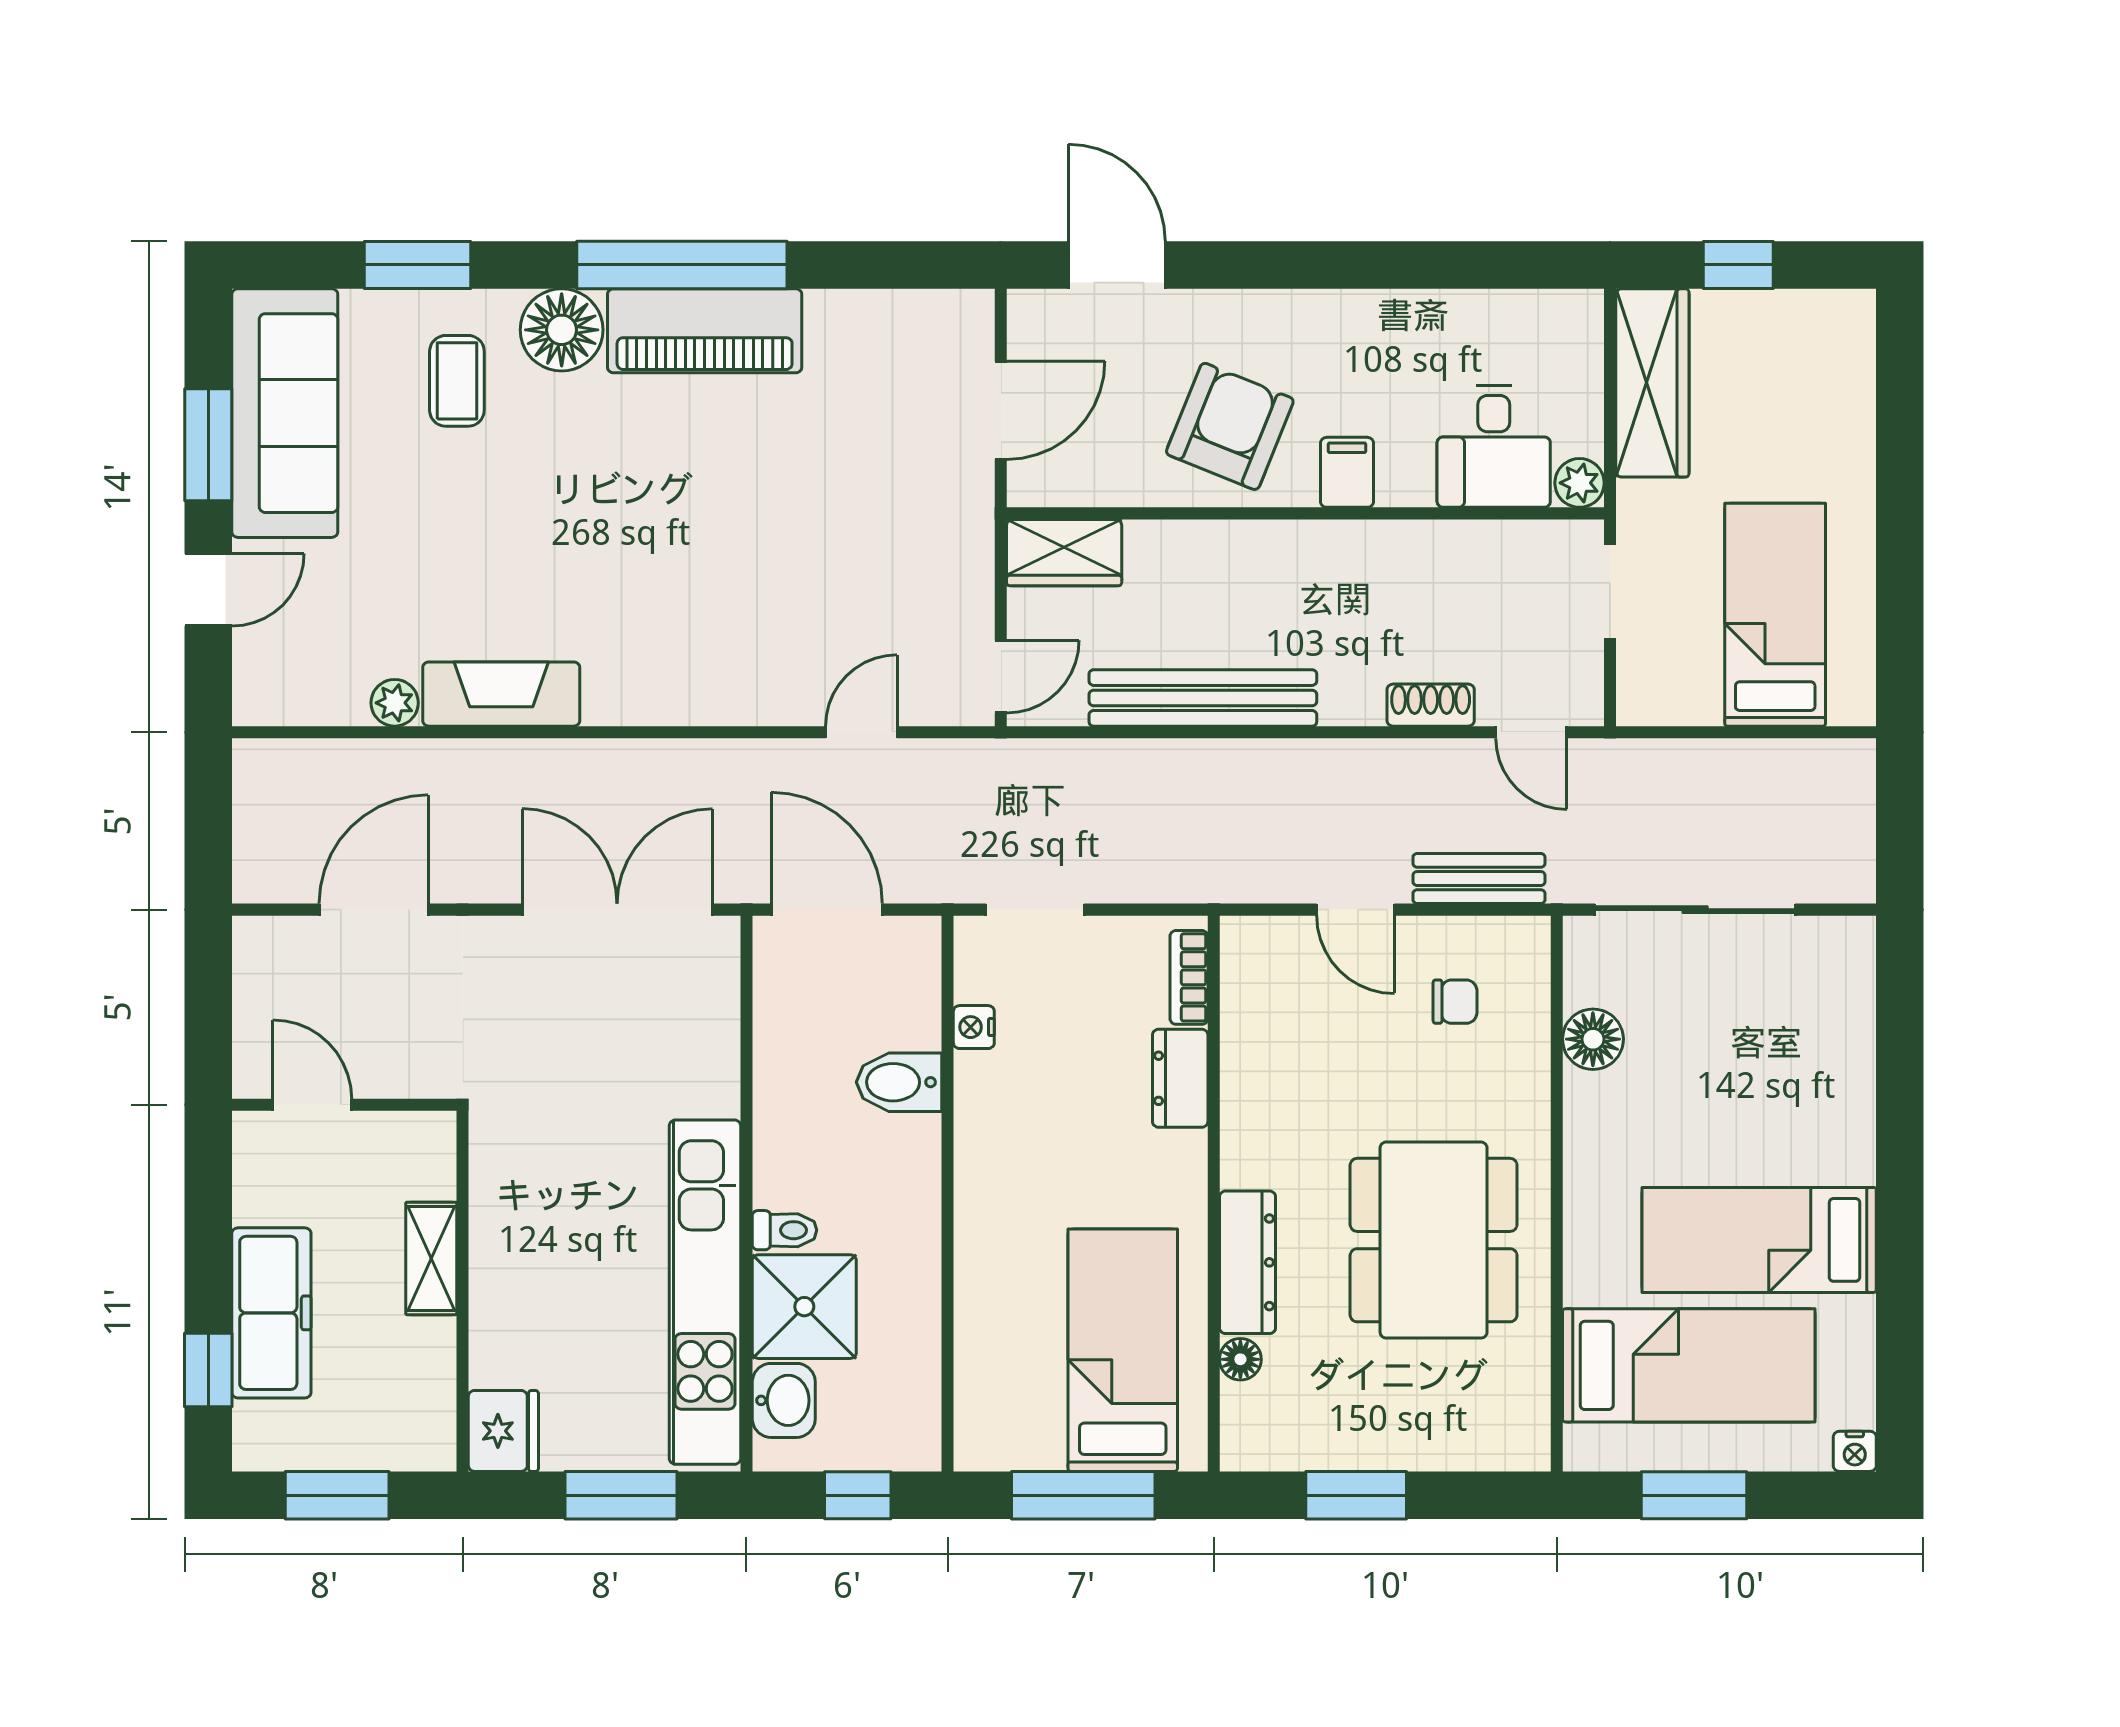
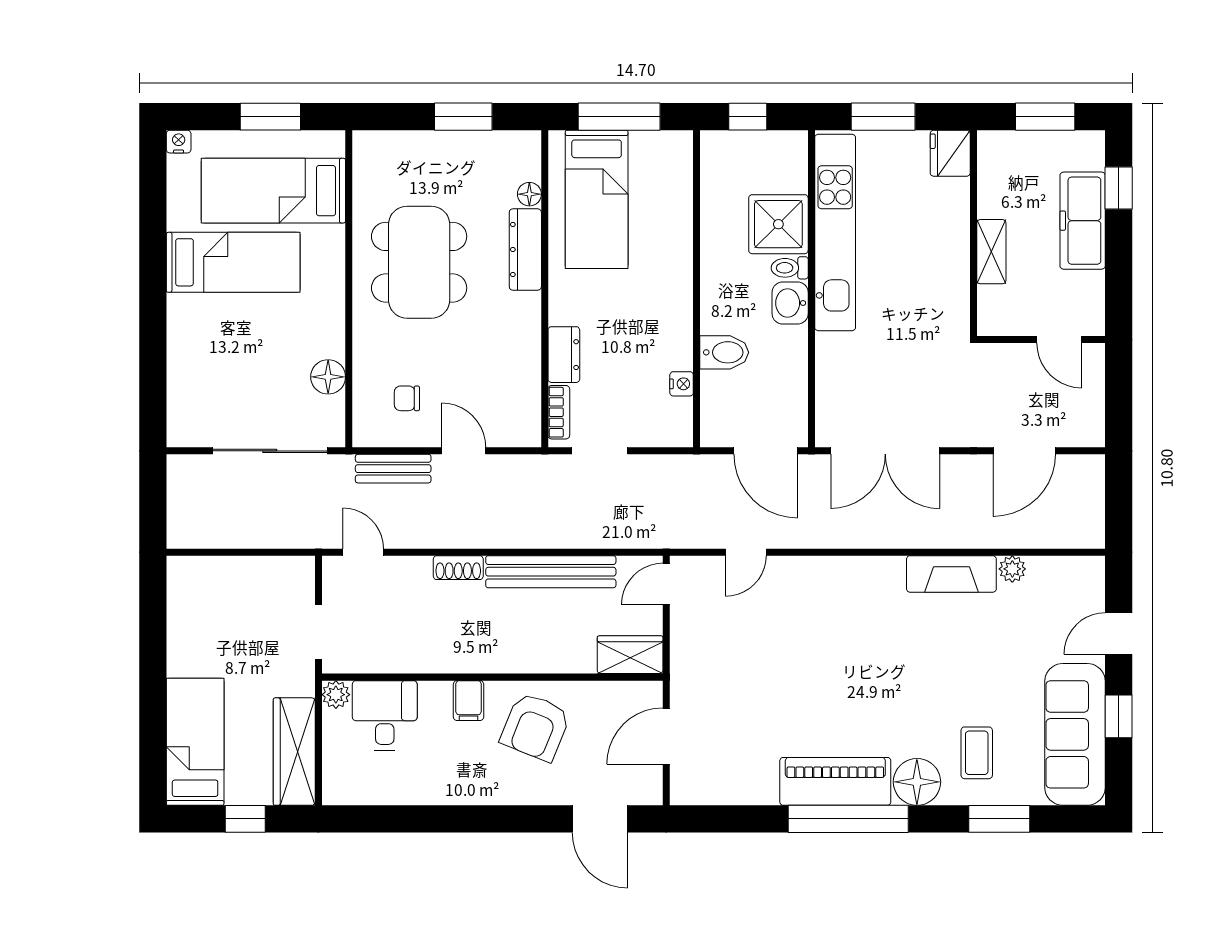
window: (208, 445) -> (1119, 716), width x0.67
bed: (1775, 615) -> (195, 742), moved, turned 180
shoe rack: (1431, 705) -> (458, 568), moved
doorway: (1035, 910) -> (600, 451), moved
washbasin: (784, 1400) -> (790, 303), moved

